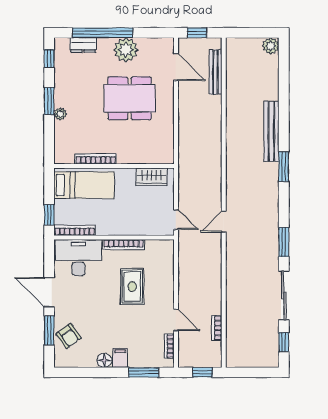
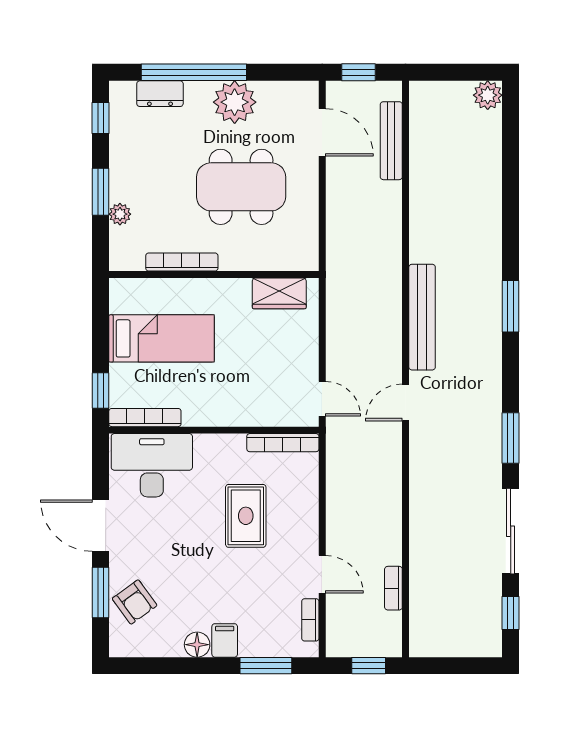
bench: (271, 131) -> (422, 317), moved
bookcase: (96, 159) -> (182, 262), moved
wall: (114, 166) -> (214, 275), moved
wardrobe: (151, 177) -> (279, 293), moved
bookcase: (124, 245) -> (283, 443), moved

